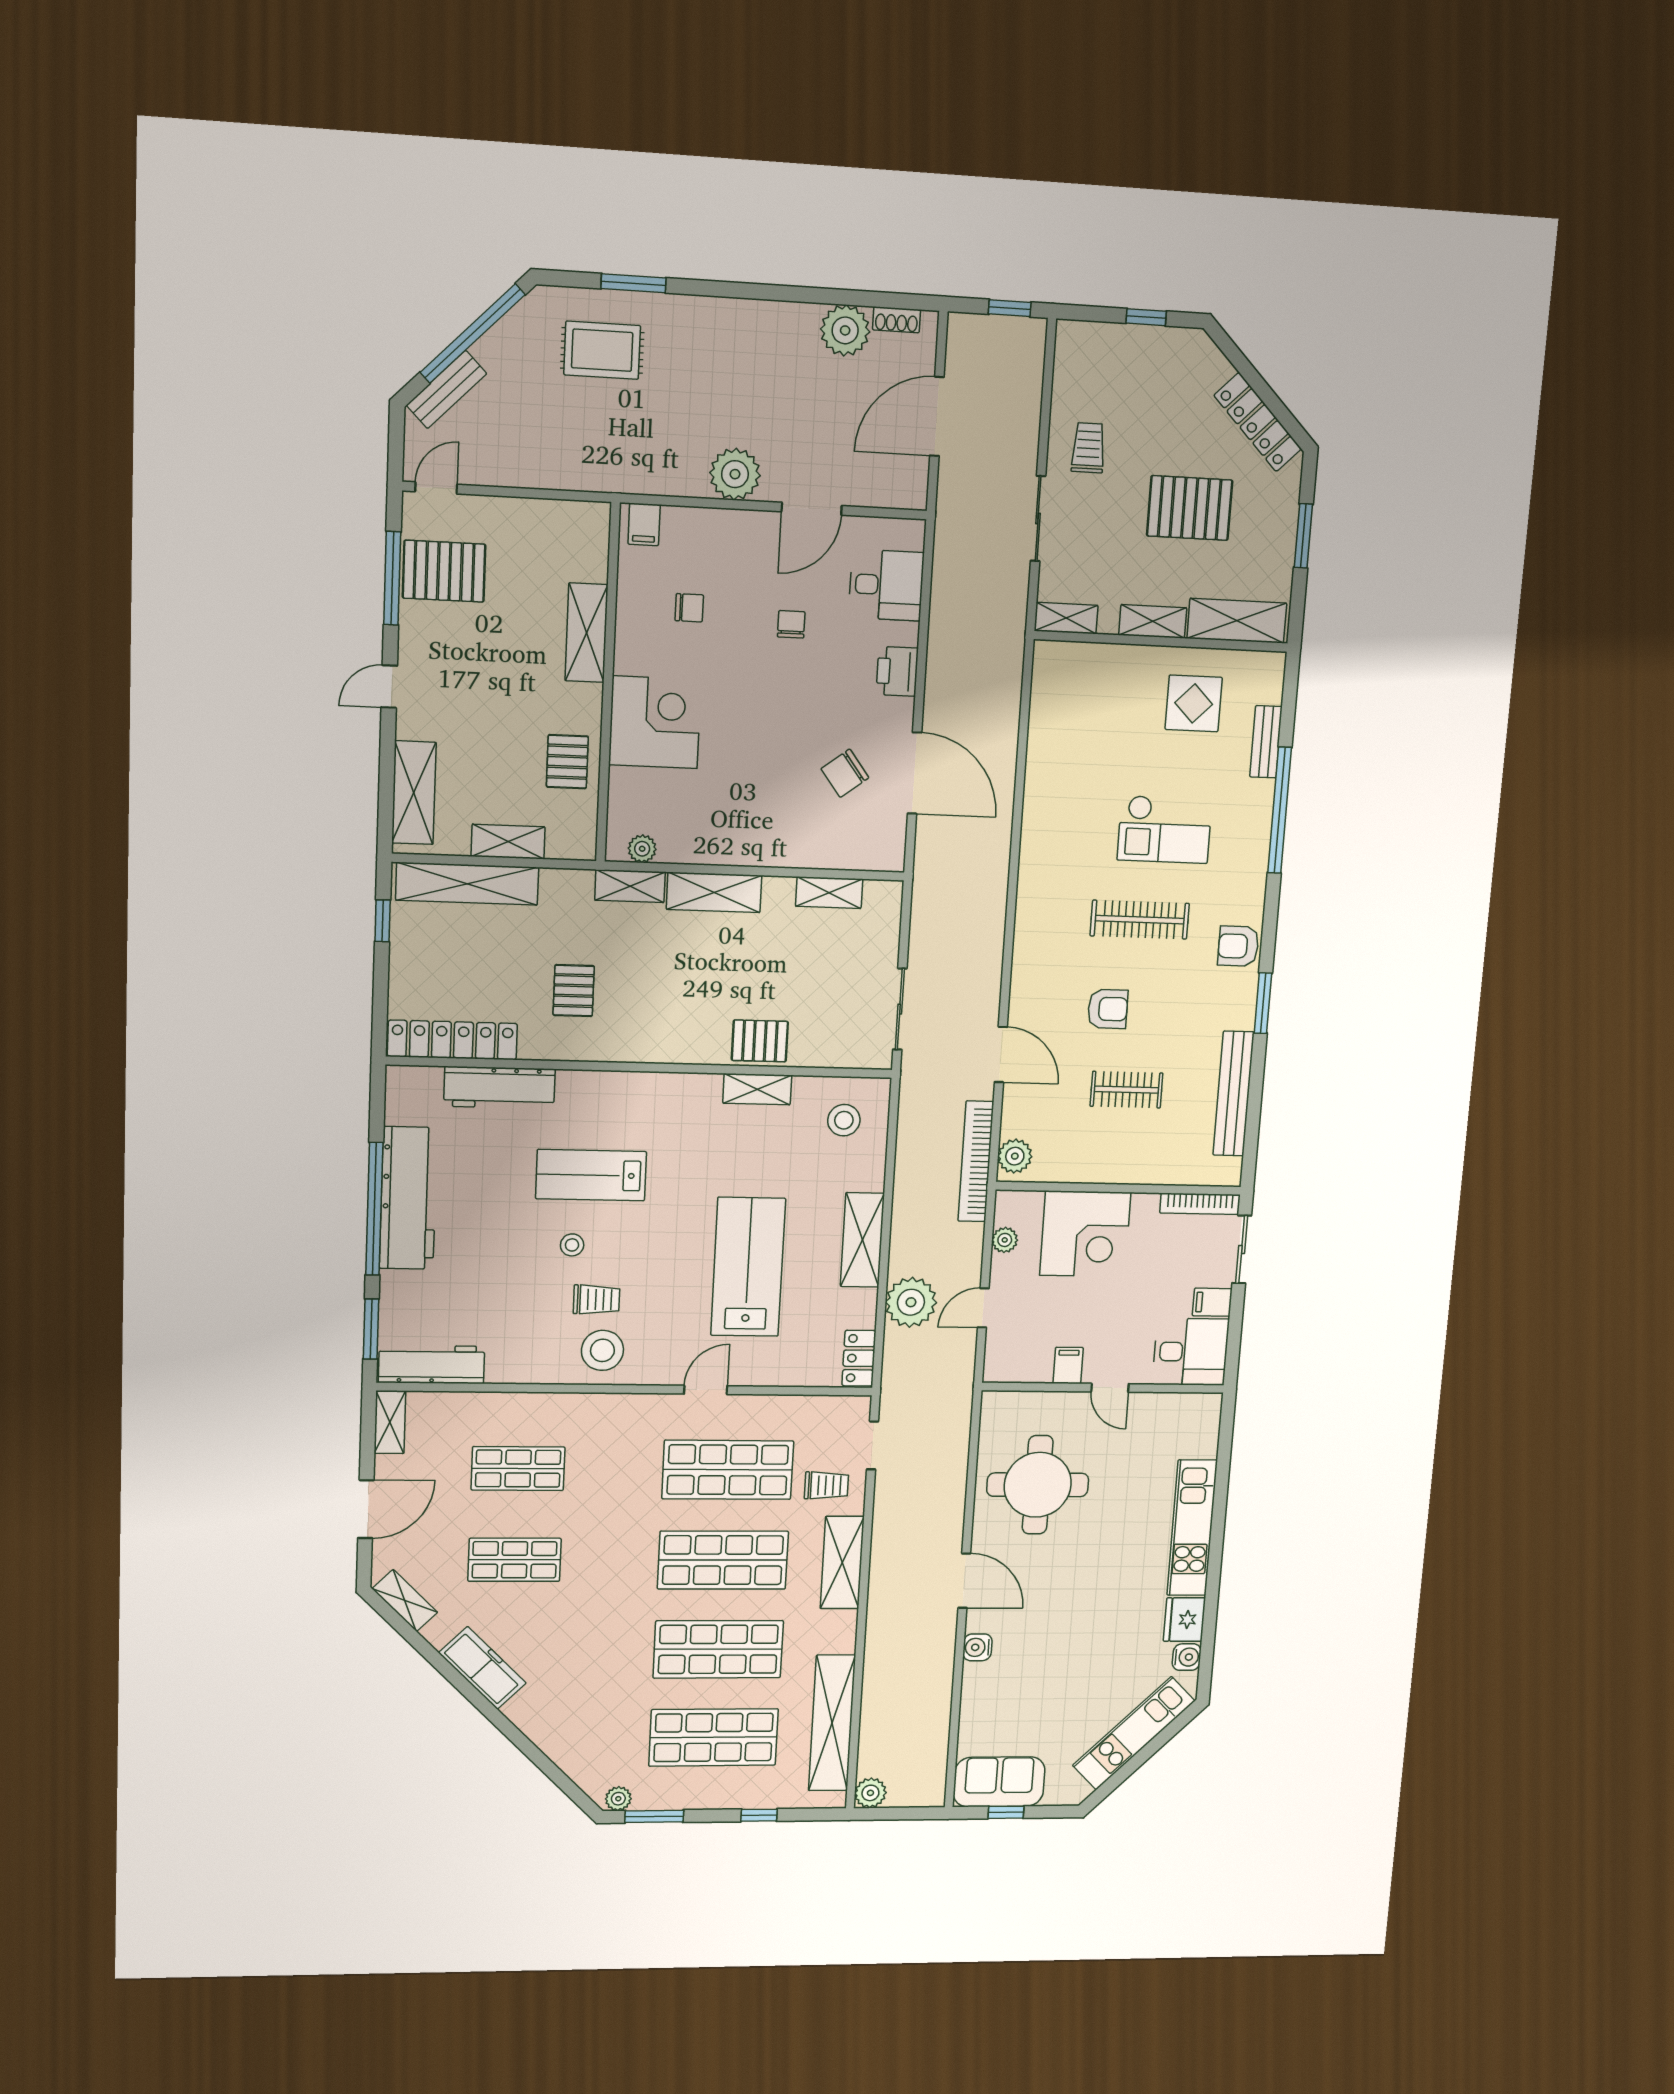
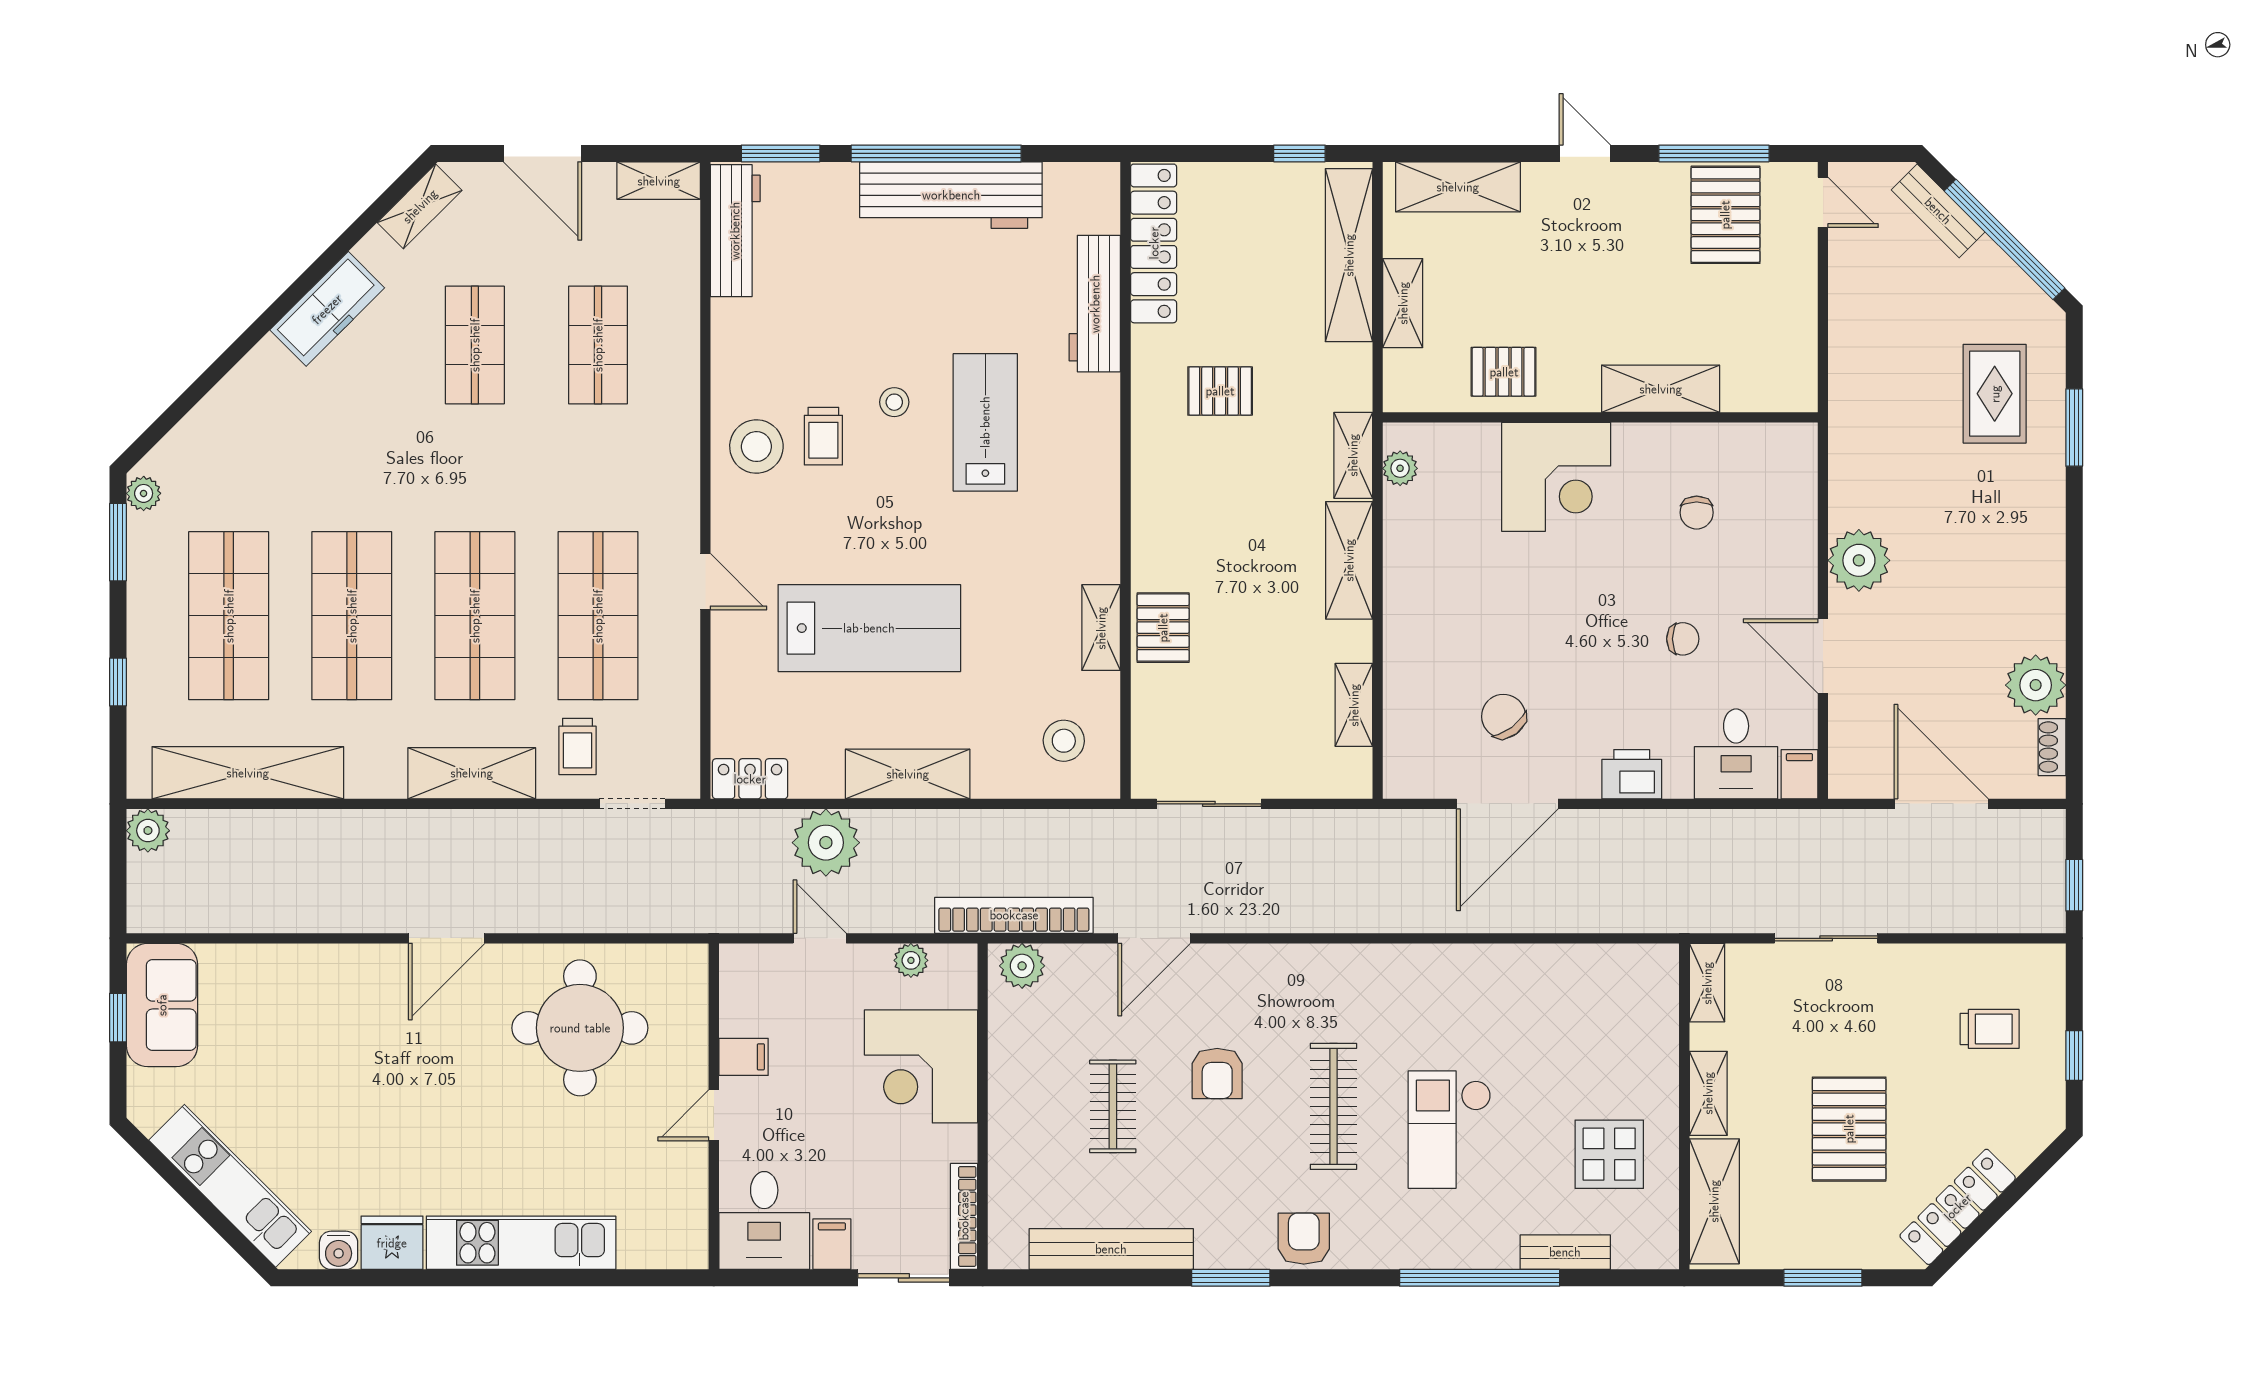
trolley: (1088, 448) -> (1990, 1029), moved
filing cabinet: (644, 524) -> (1799, 774), moved, turned 90
water cooler: (977, 1647) -> (353, 962), removed

